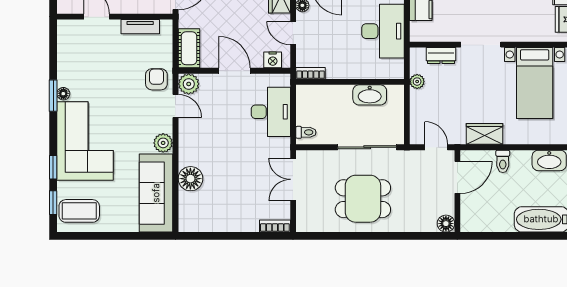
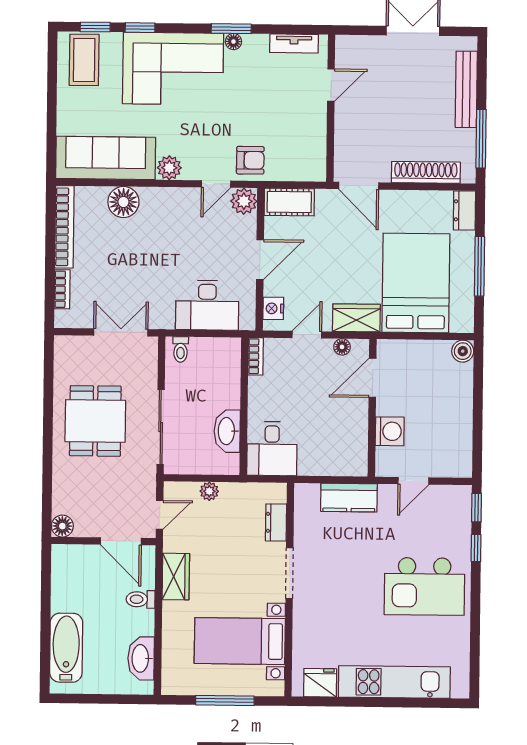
tv unit: (140, 27) -> (294, 43), moved, turned -90
desk: (383, 31) -> (272, 449), moved, width x0.73
plant: (417, 82) -> (209, 491), moved
bookcase: (211, 225) -> (64, 227), added
bookcase: (275, 226) -> (62, 289), moved

